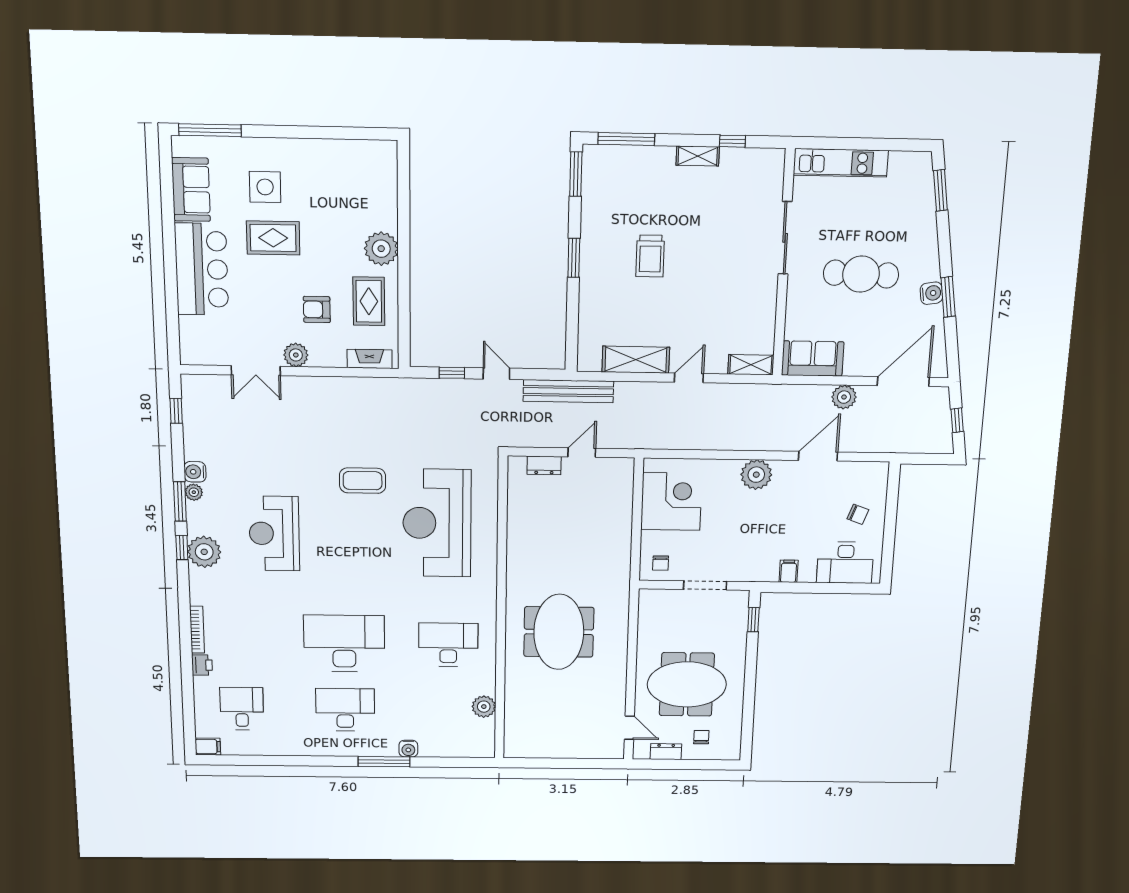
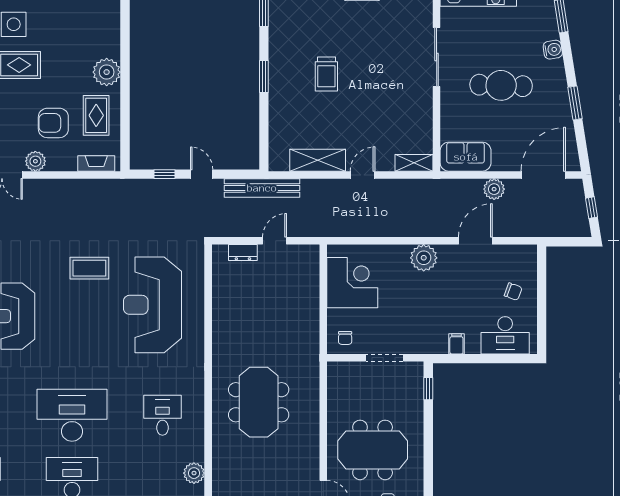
water cooler: (931, 293) -> (553, 50), moved
armchair: (317, 309) -> (53, 123), width x1.38, depth x1.38
desk: (448, 645) -> (162, 415), width x0.73

